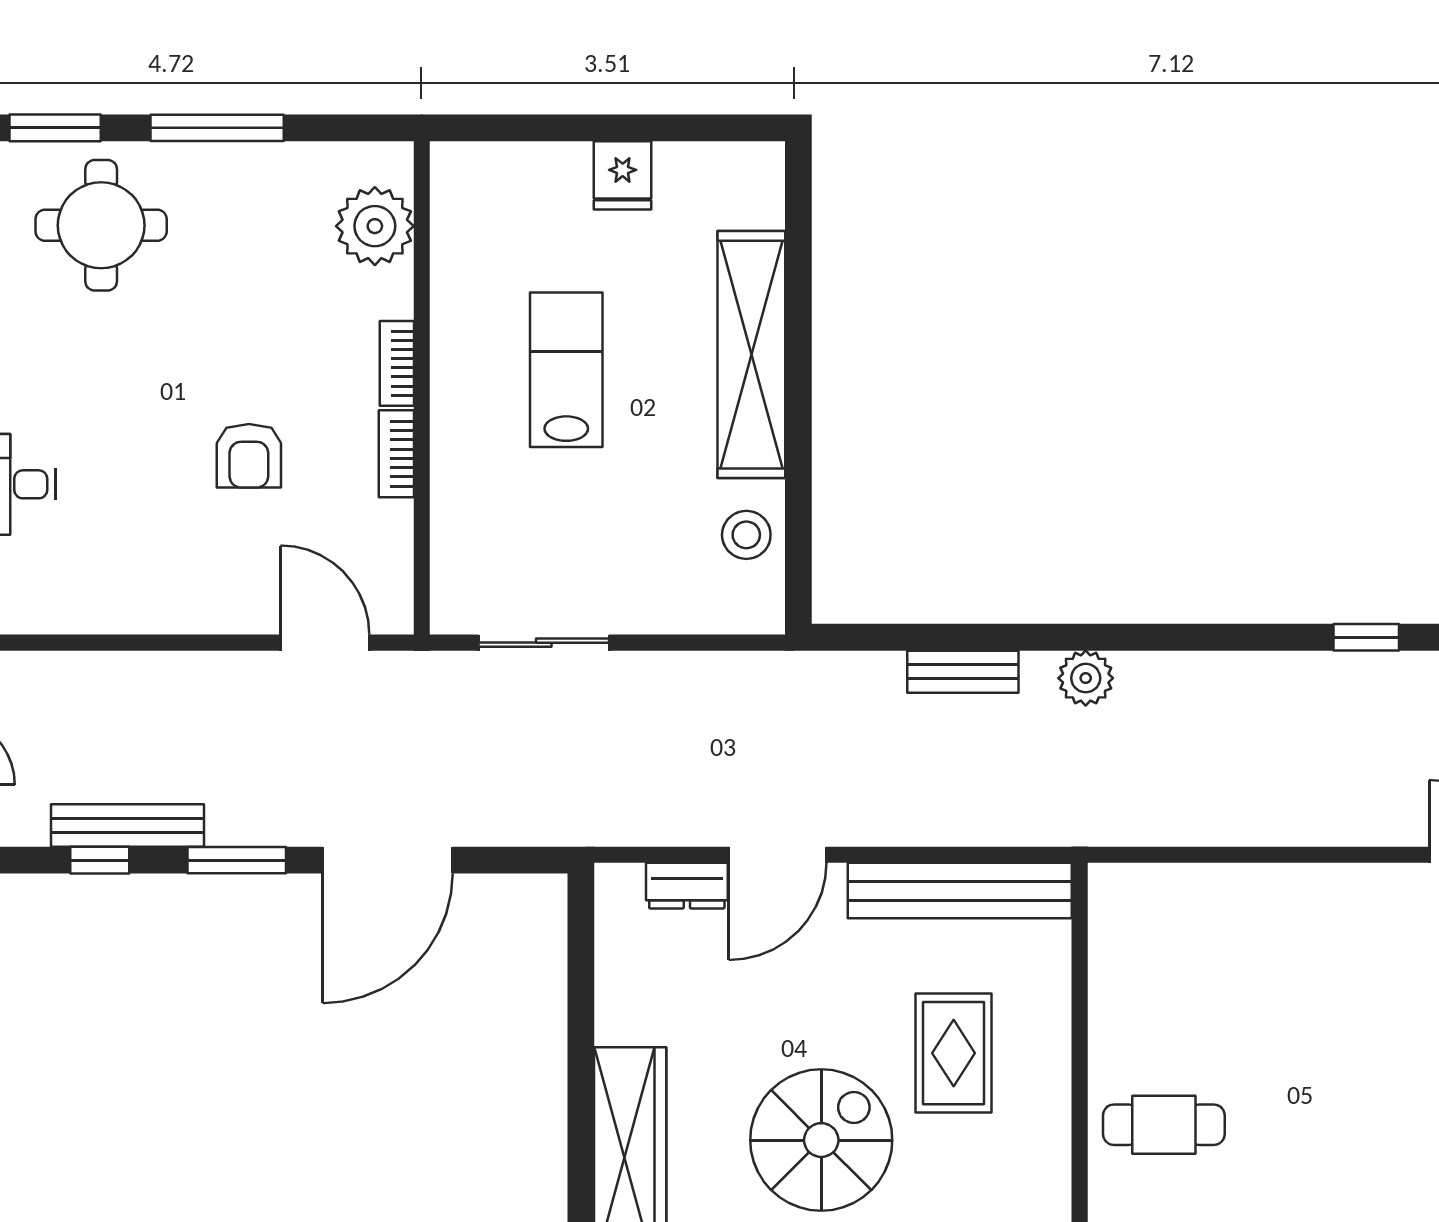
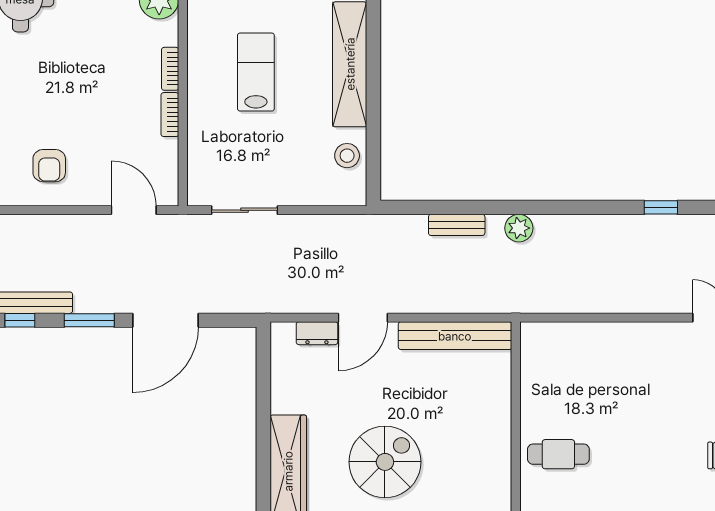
armchair: (249, 456) -> (49, 166), moved
rug: (954, 1053) -> (452, 418), removed

